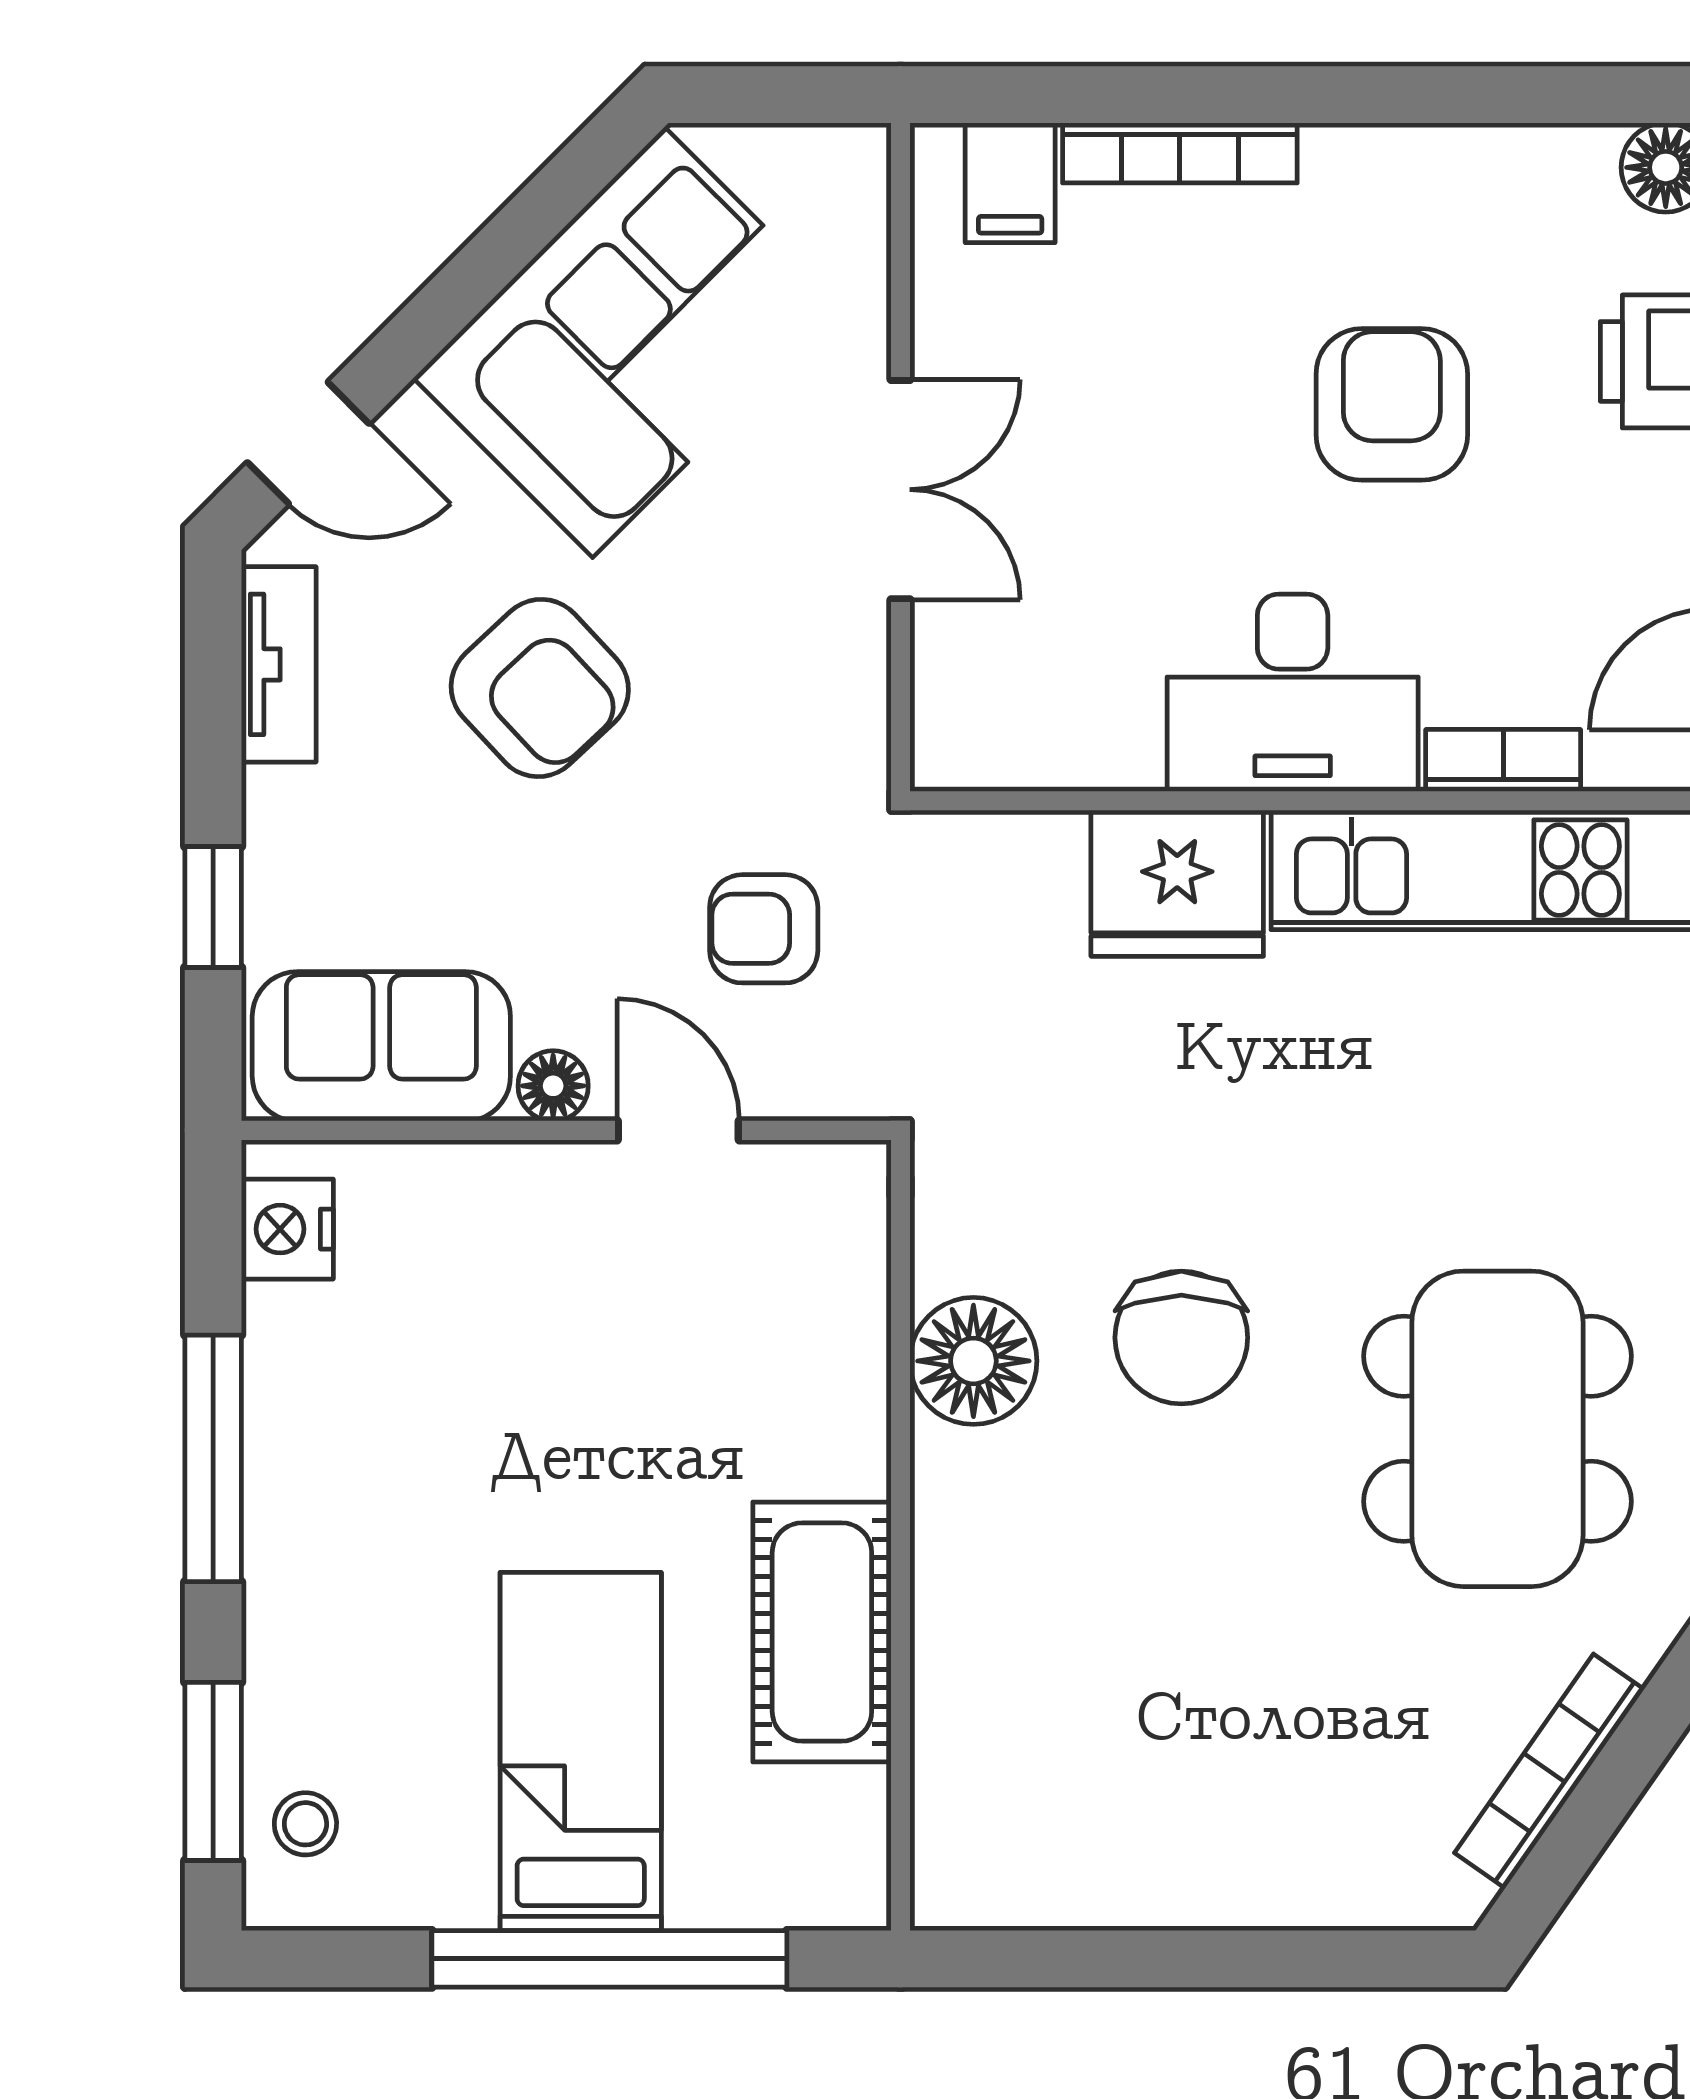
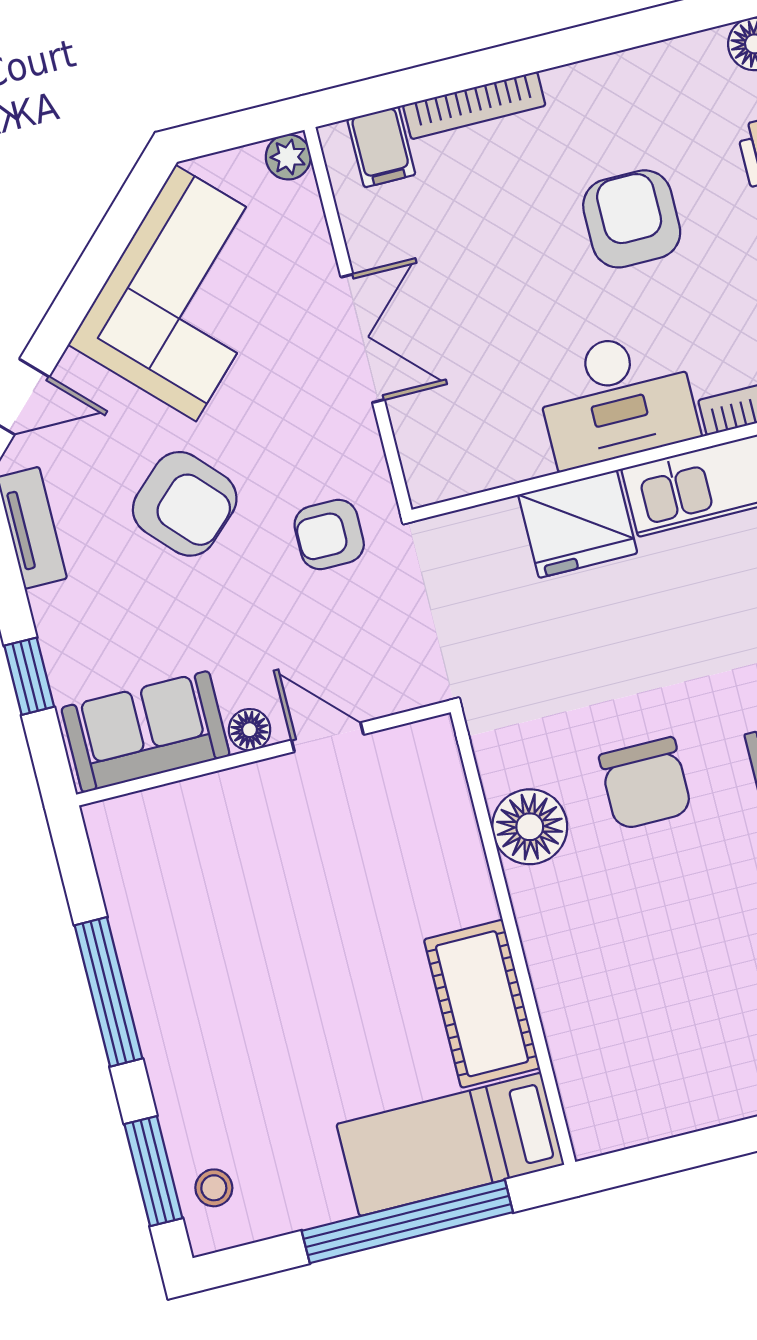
plant: (853, 161) -> (288, 157), added
armchair: (764, 929) -> (329, 534), moved
nightstand: (287, 1229) -> (118, 850), removed
bed: (581, 1752) -> (450, 1144), moved, turned -90

